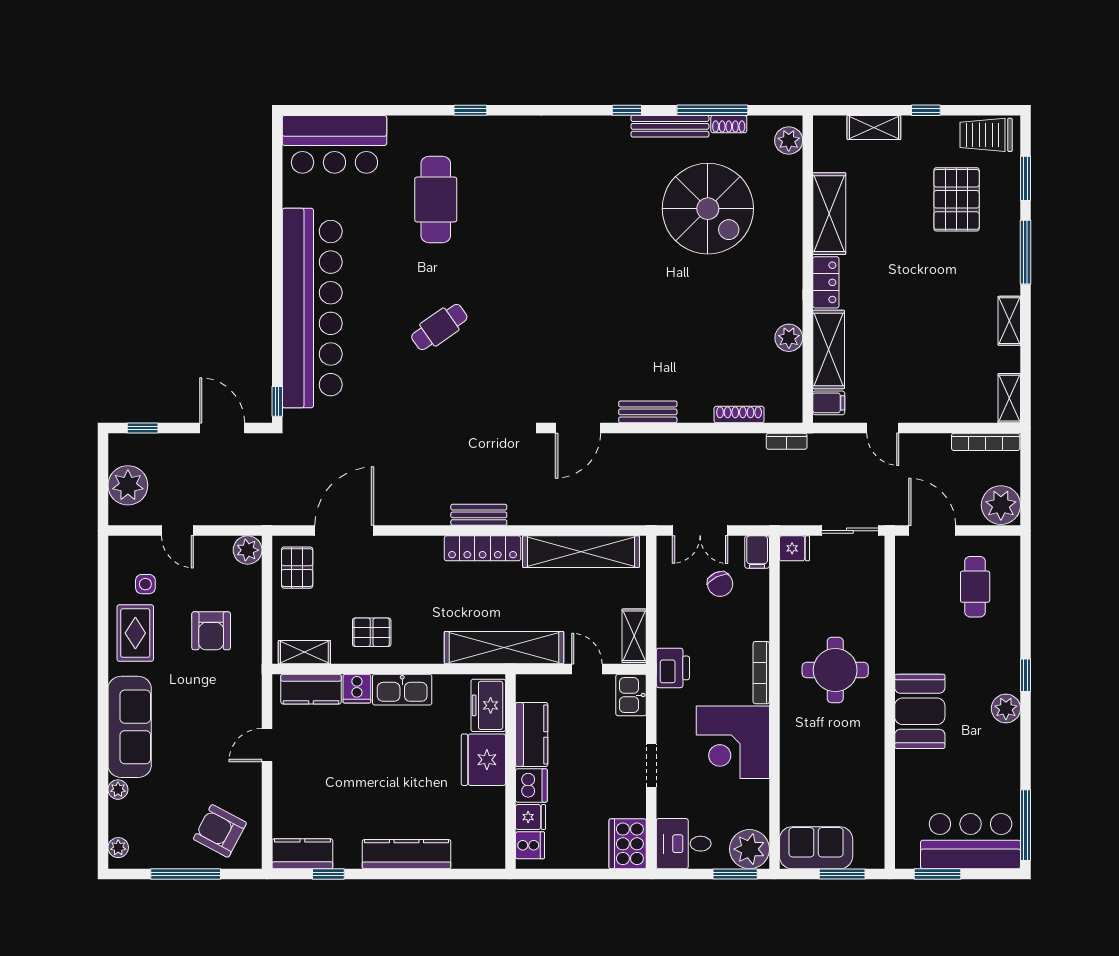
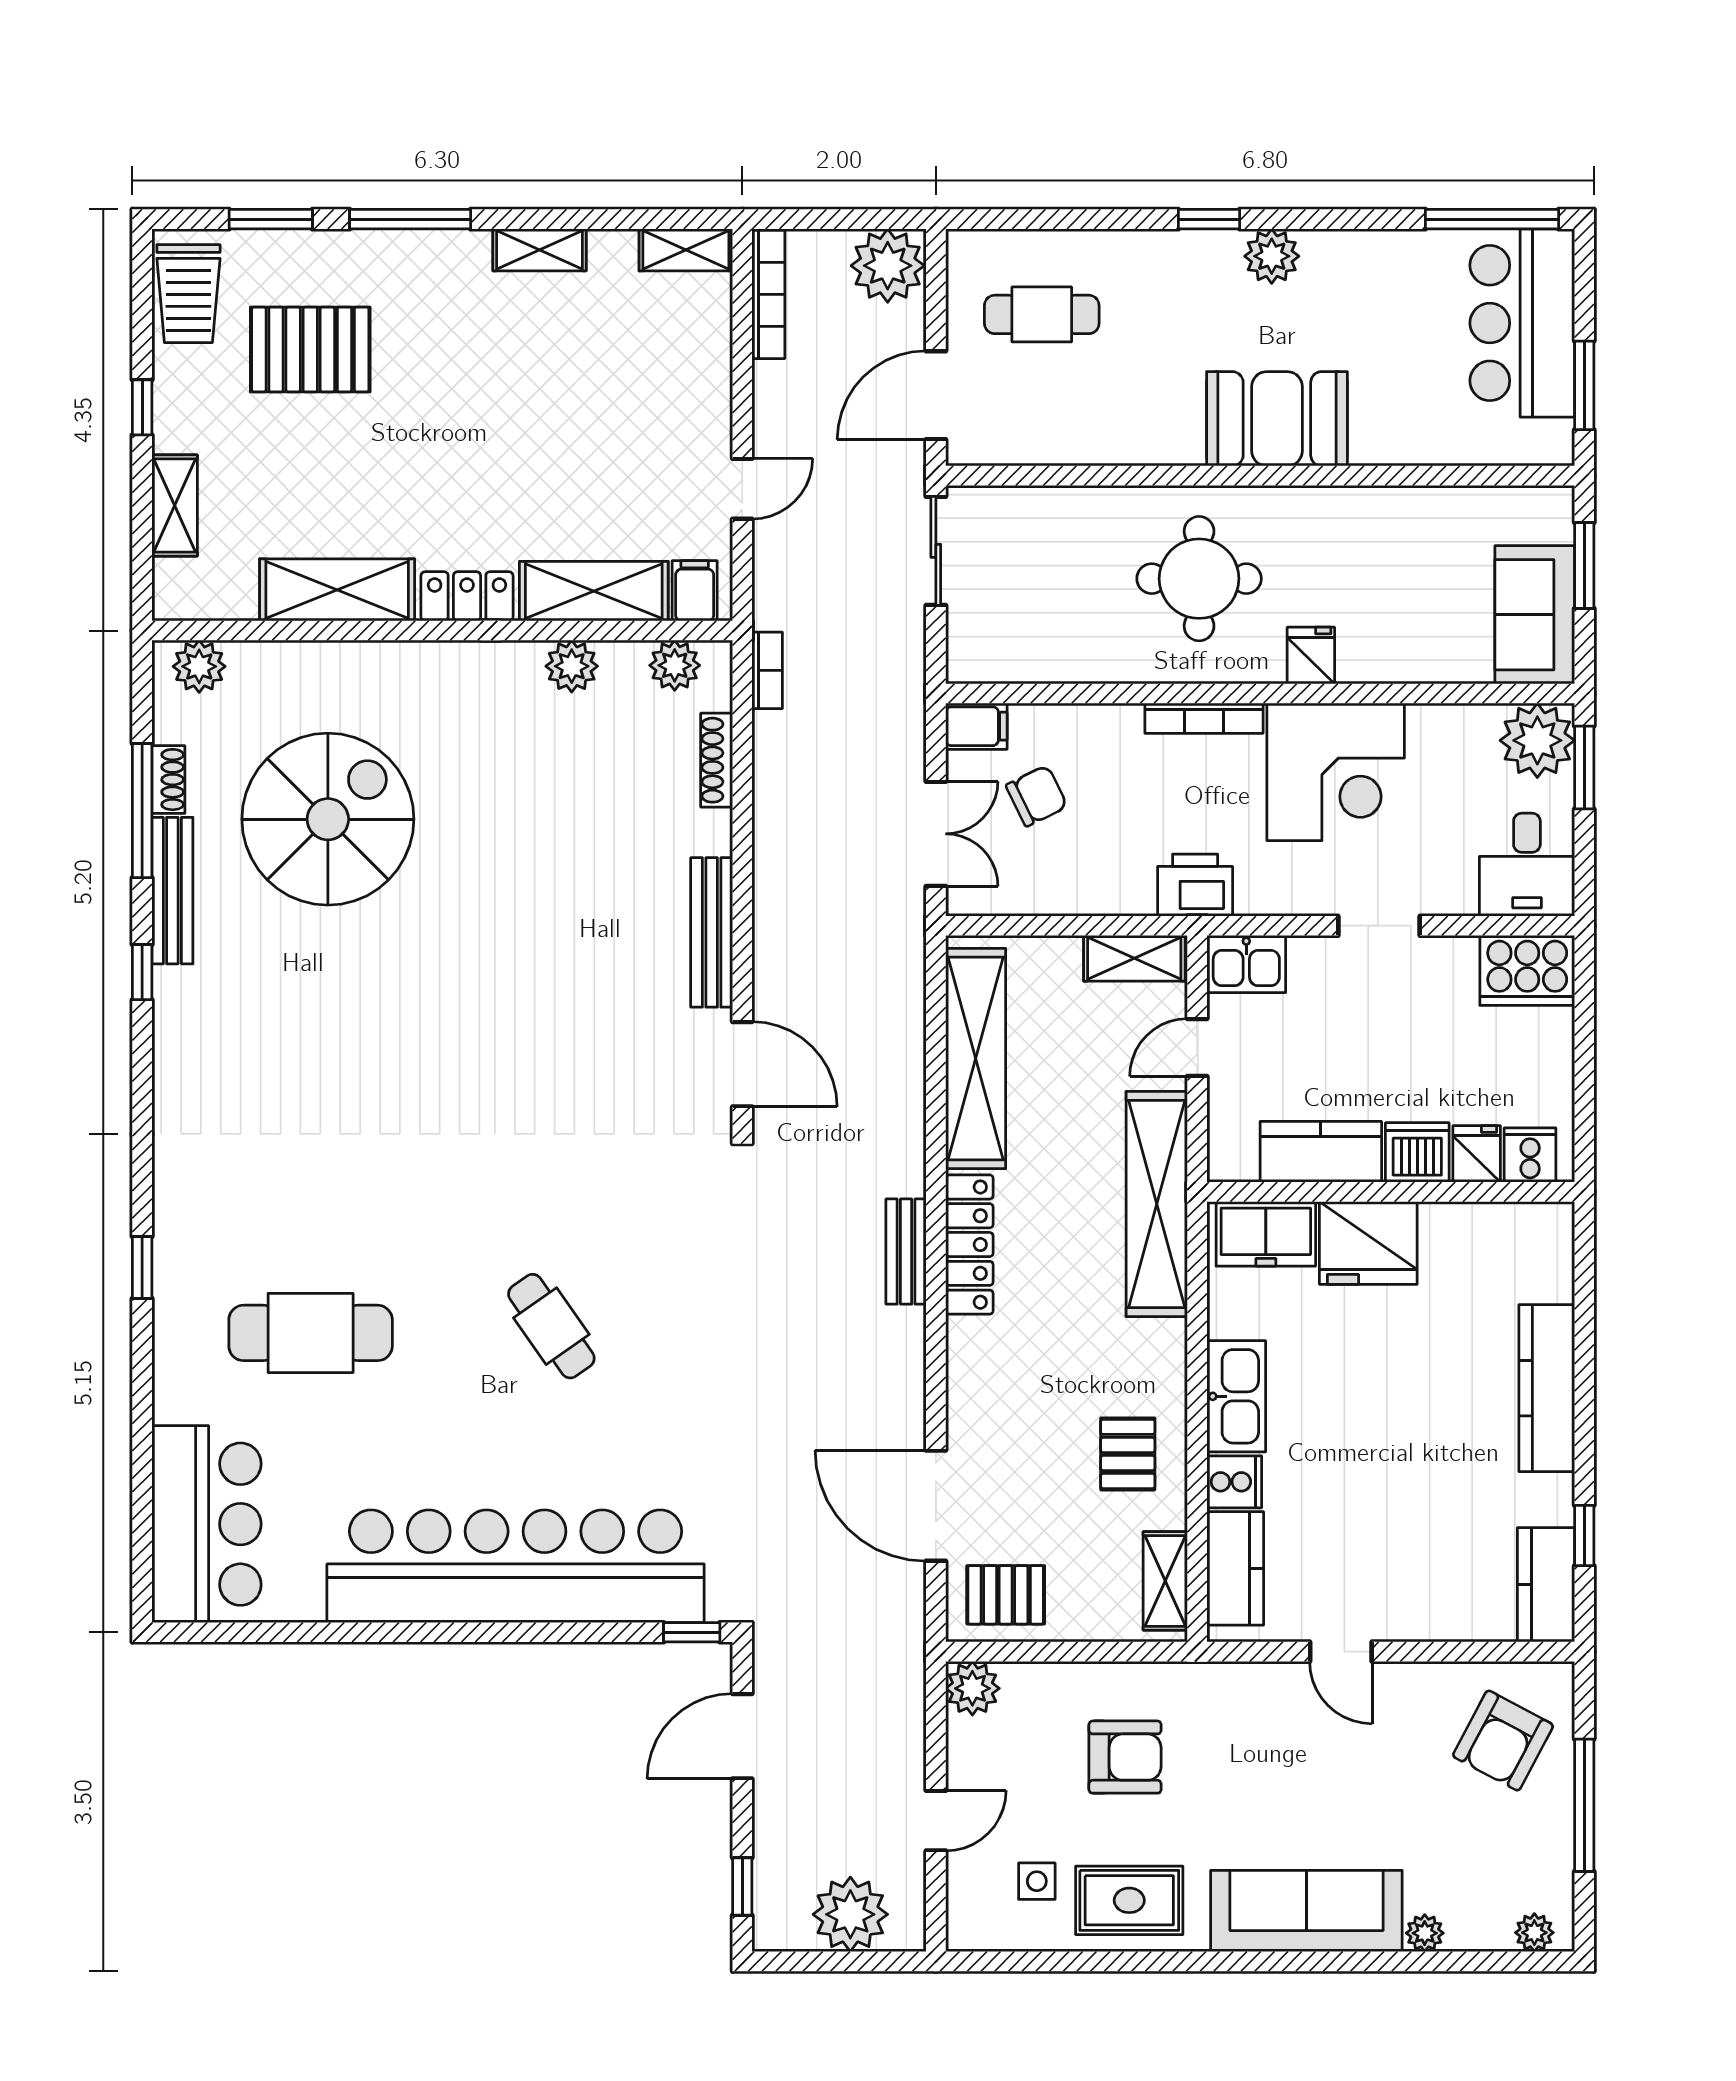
plant: (789, 392) -> (675, 665), added
bench: (648, 412) -> (712, 932), width x1.36
fridge: (794, 548) -> (1311, 655), moved

